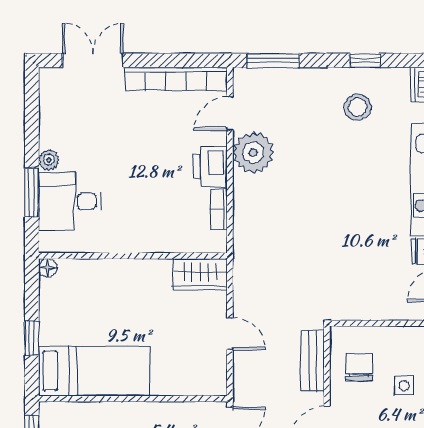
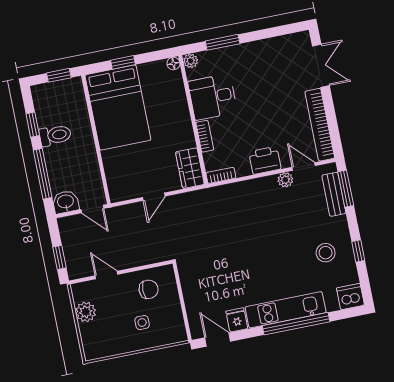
plant: (253, 153) -> (285, 180), width x0.53, depth x0.53
plant: (49, 160) -> (191, 61), moved
desk: (70, 201) -> (213, 97), moved, turned -90
bookcase: (219, 209) -> (221, 175), moved
bookcase: (159, 244) -> (205, 136), added
bench: (313, 360) -> (334, 194), moved, turned 90
bed: (94, 371) -> (118, 108), width x1.50

